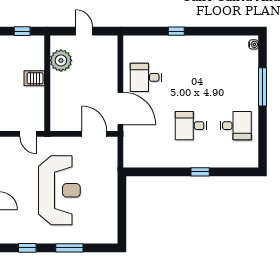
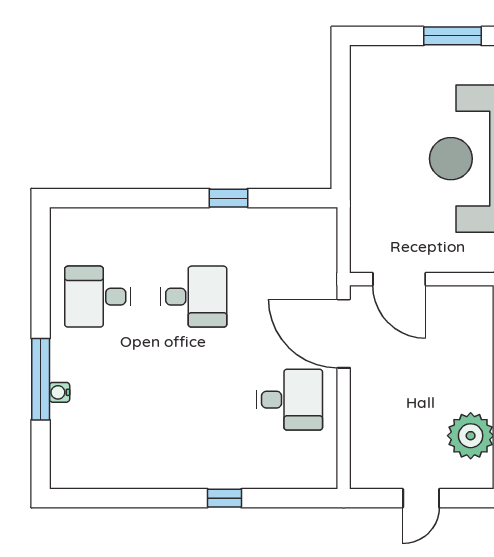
door: (84, 31) -> (421, 498), hinge flipped
water cooler: (254, 44) -> (60, 392), moved
window: (200, 172) -> (229, 198), moved

